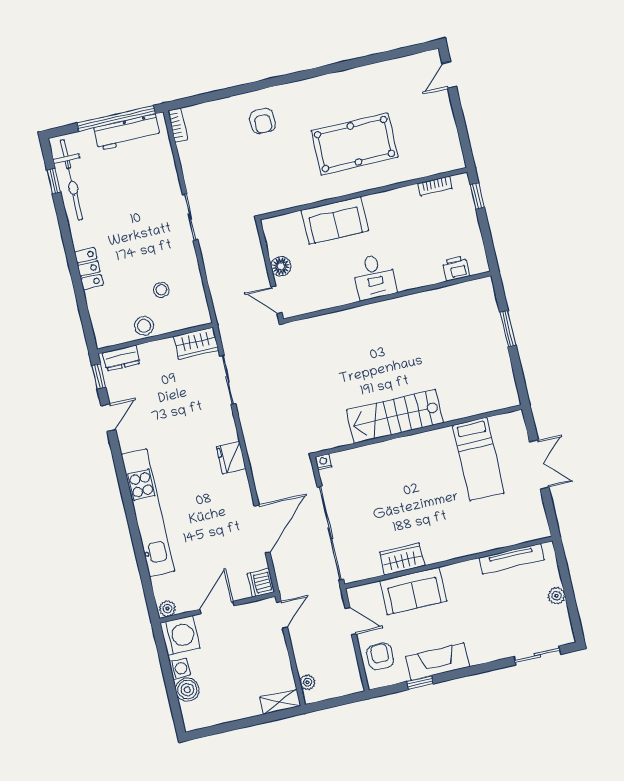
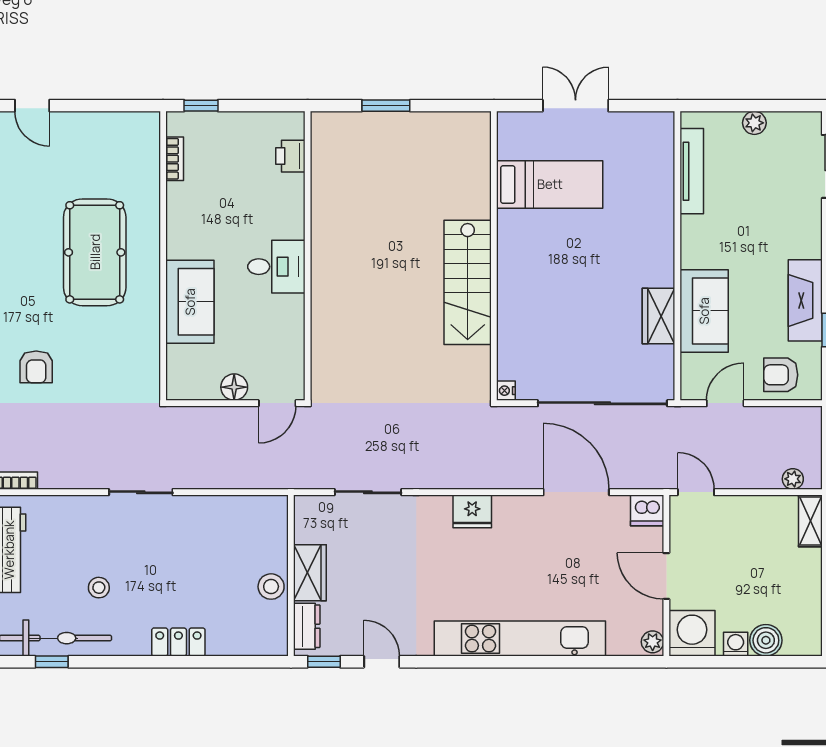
armchair: (263, 121) -> (36, 367), turned 90
stool: (161, 290) -> (99, 588), moved
wardrobe: (196, 343) -> (310, 573), moved

